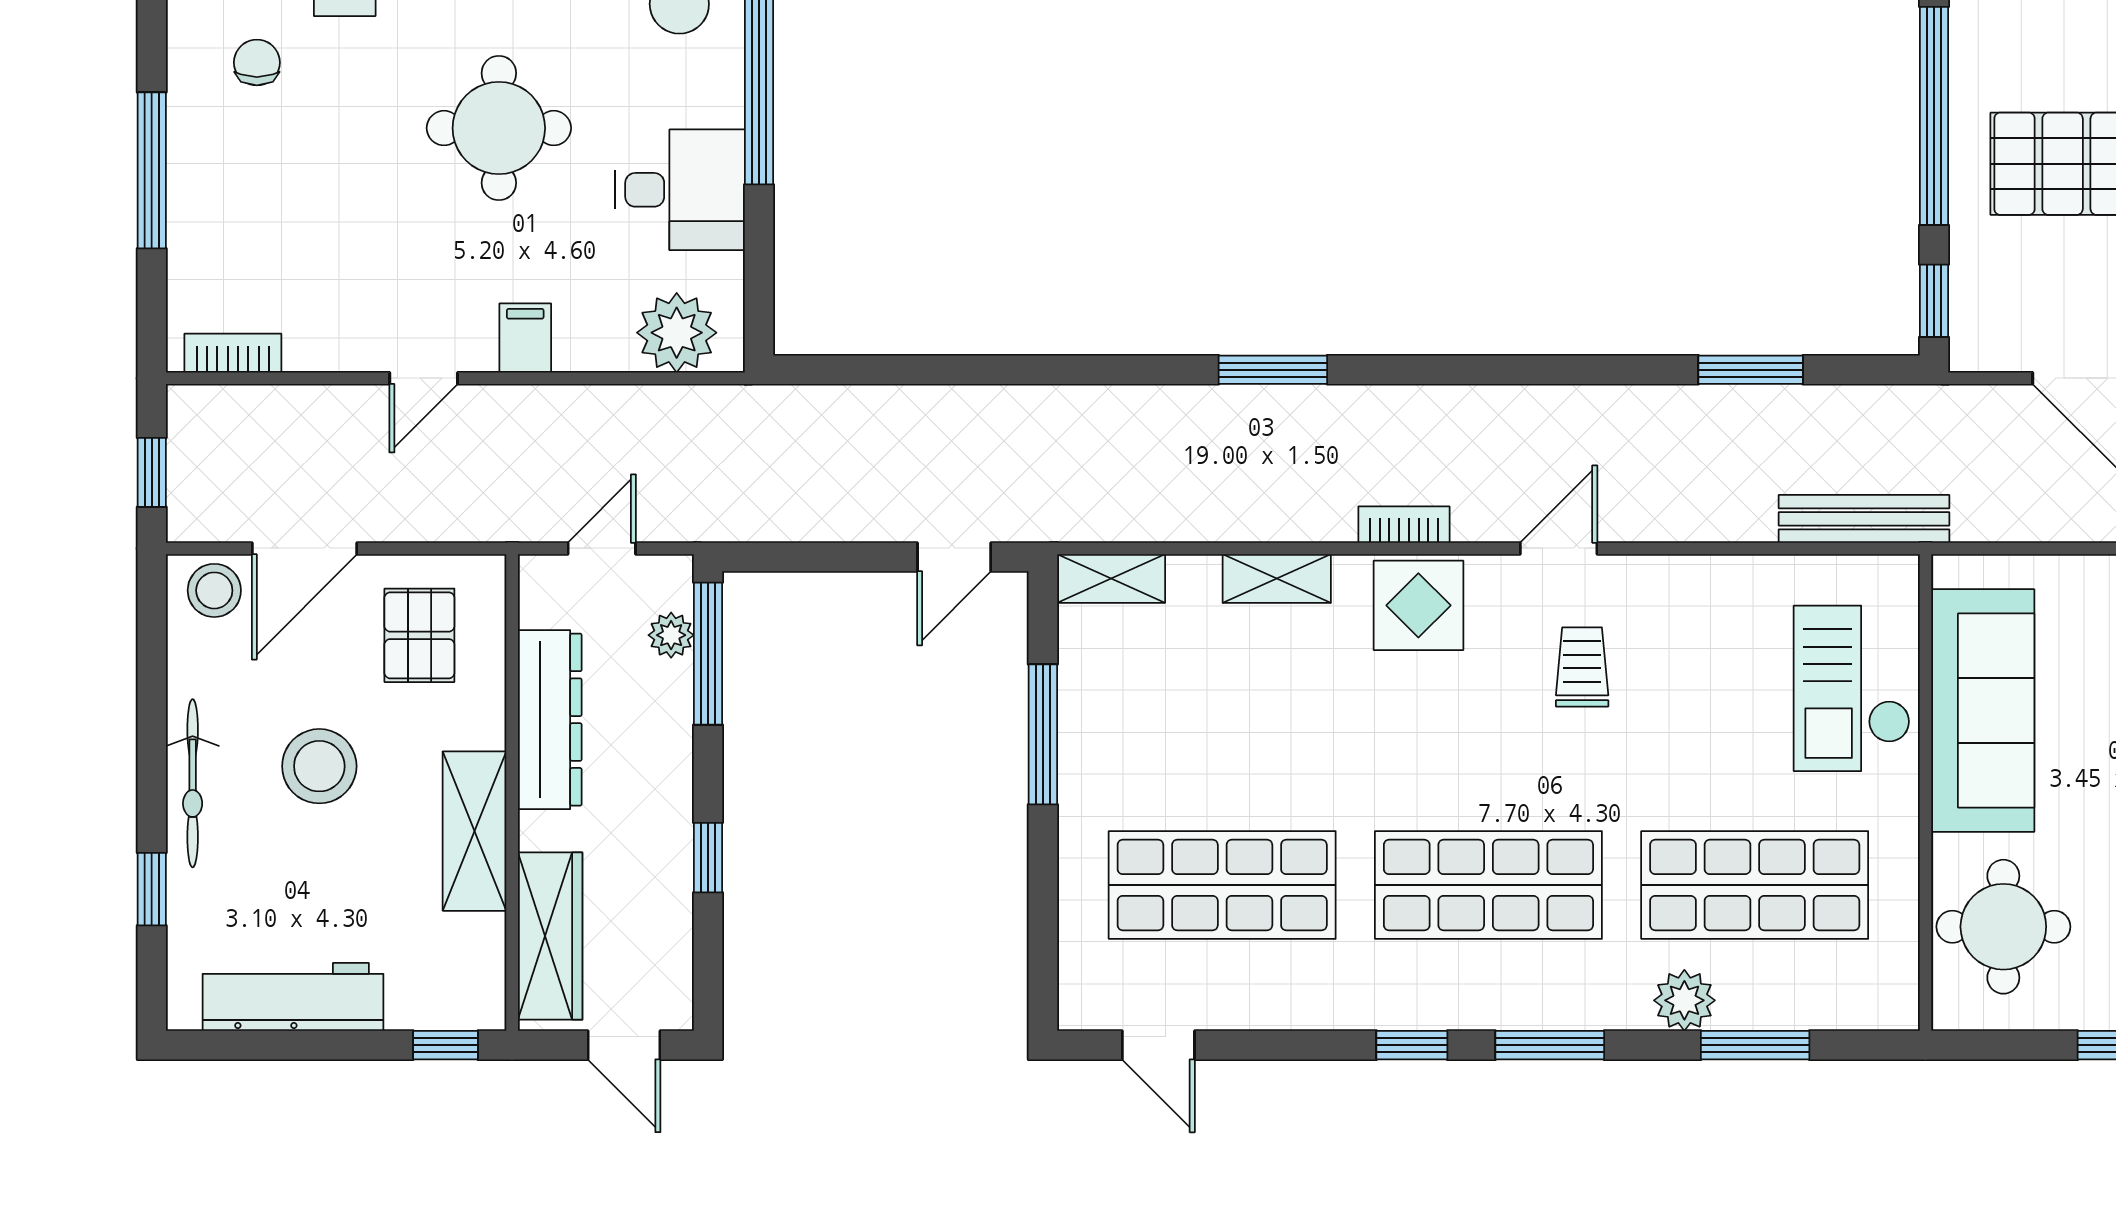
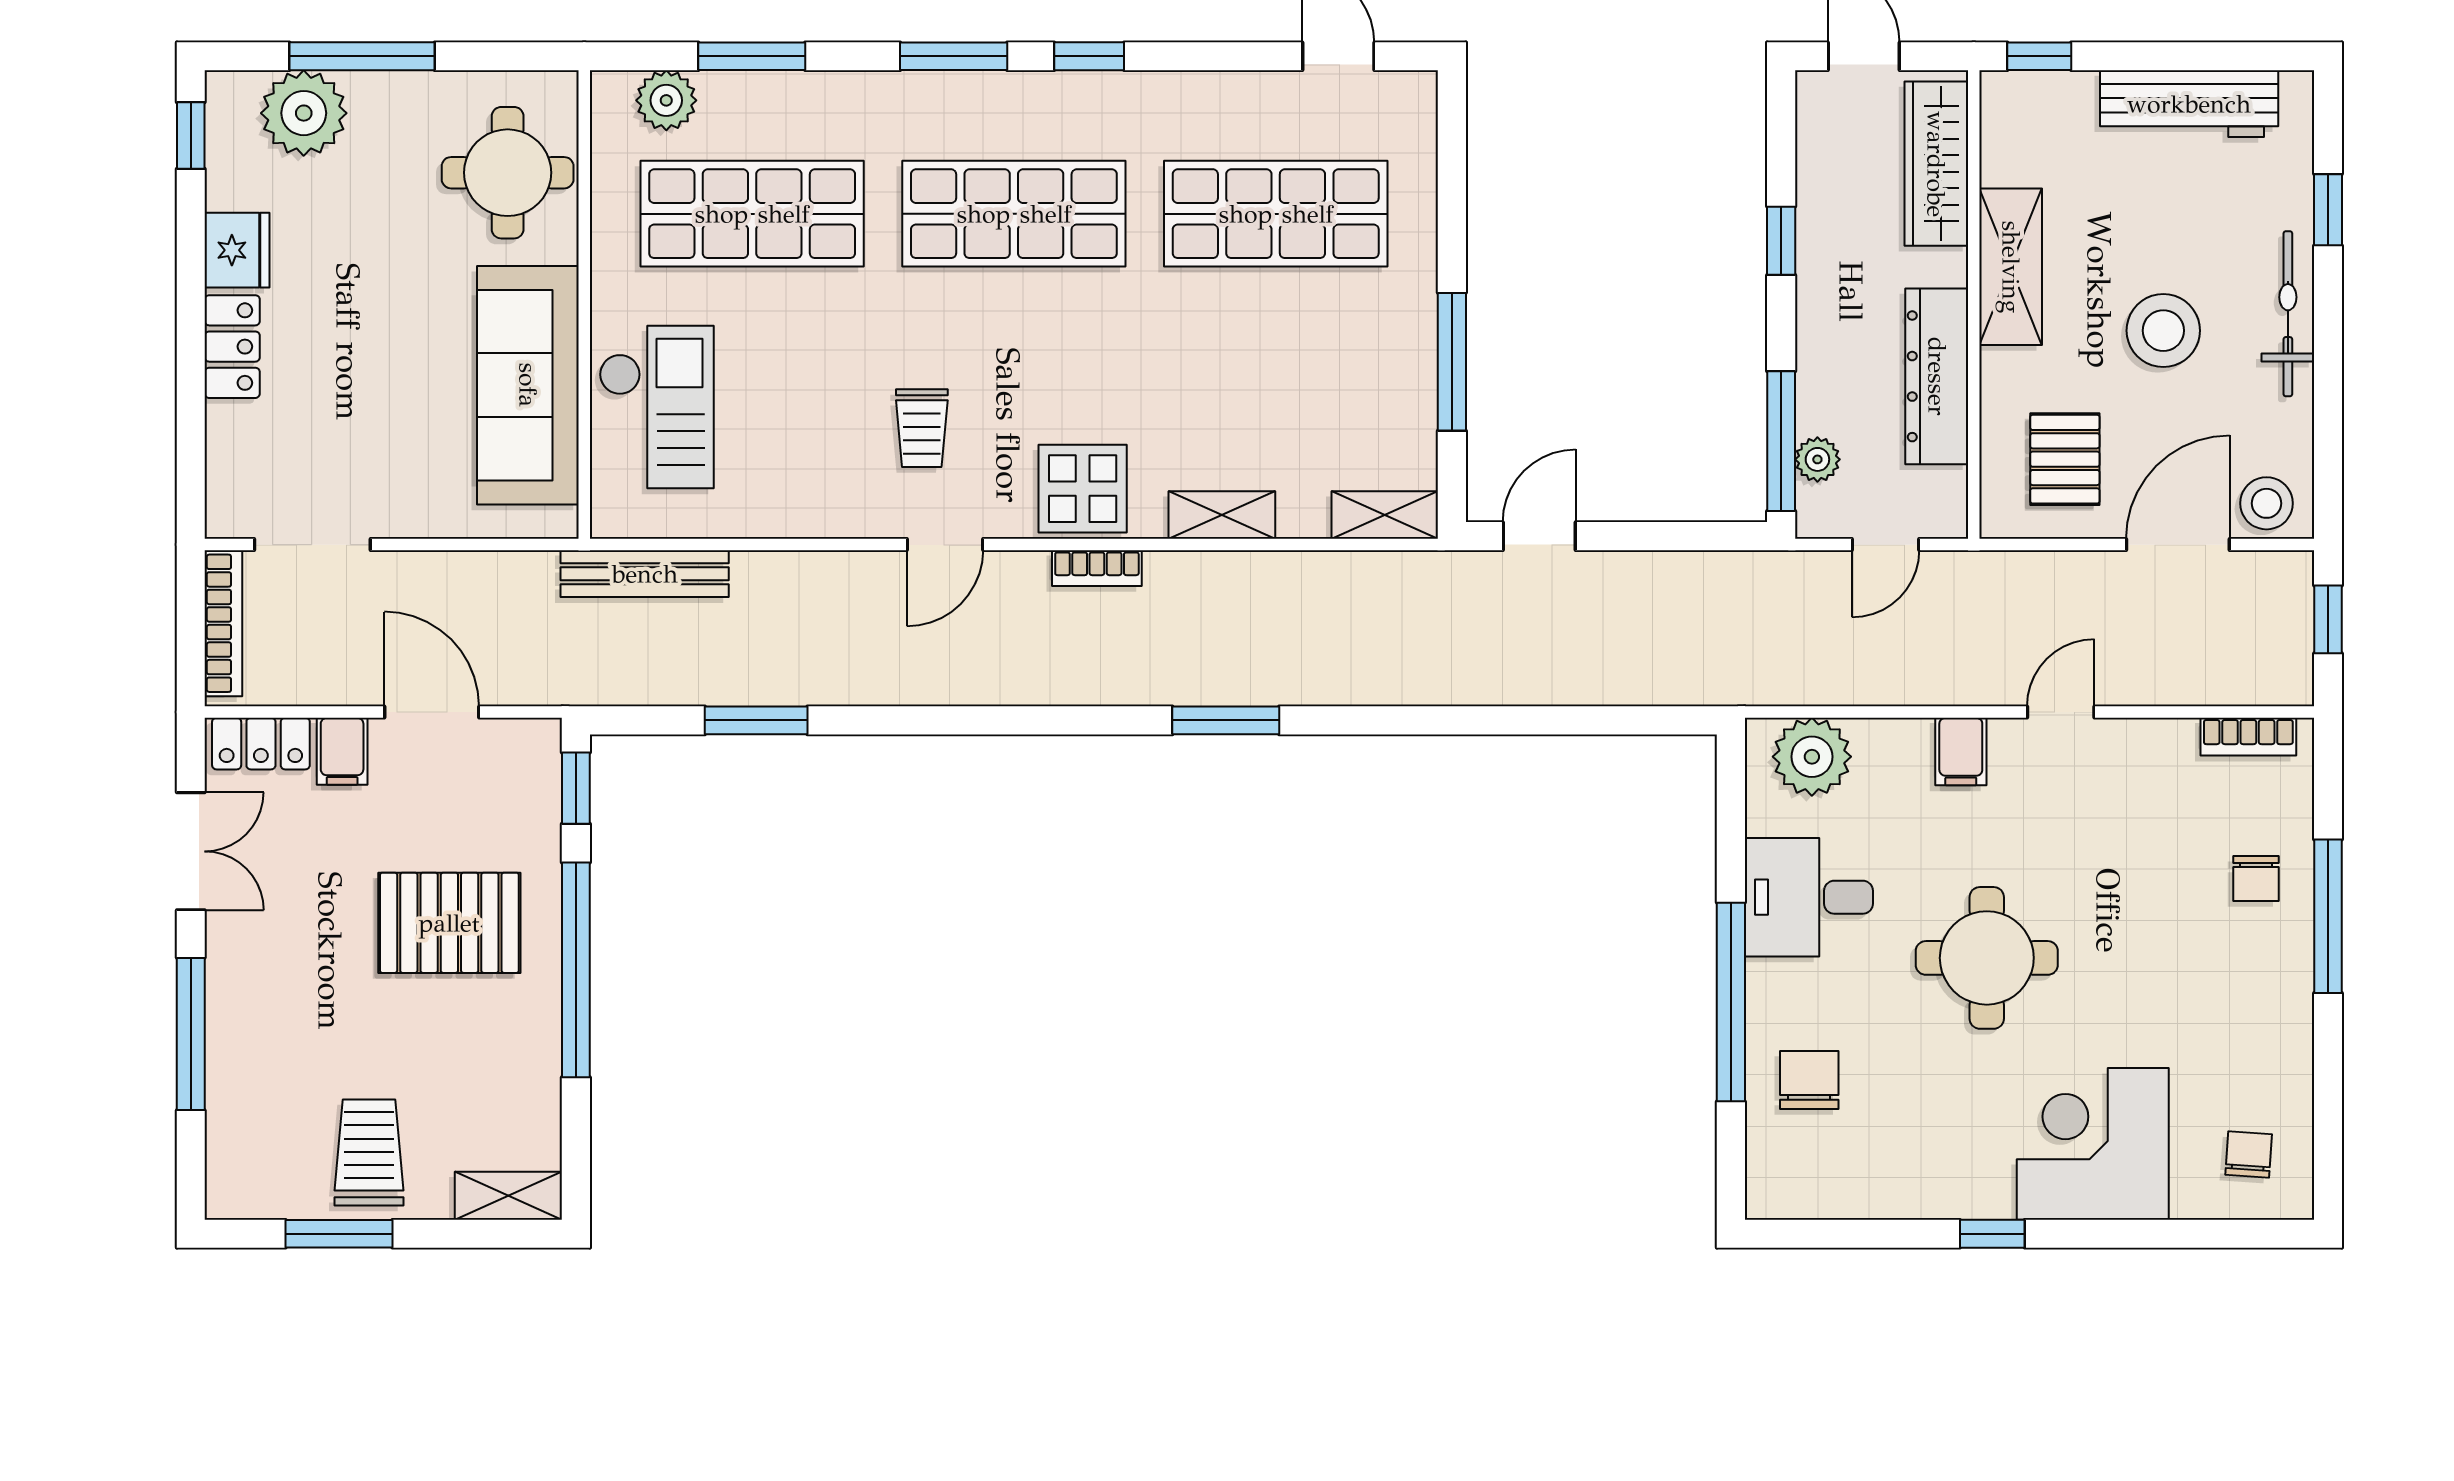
chair: (257, 63) -> (2256, 879), moved
plant: (1684, 1000) -> (666, 100), moved

